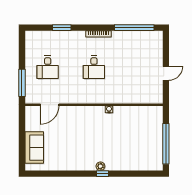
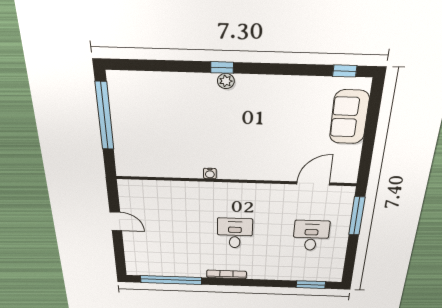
window: (62, 28) -> (311, 285), moved
door: (166, 73) -> (116, 221), swing flipped
window: (40, 174) -> (345, 71), added

